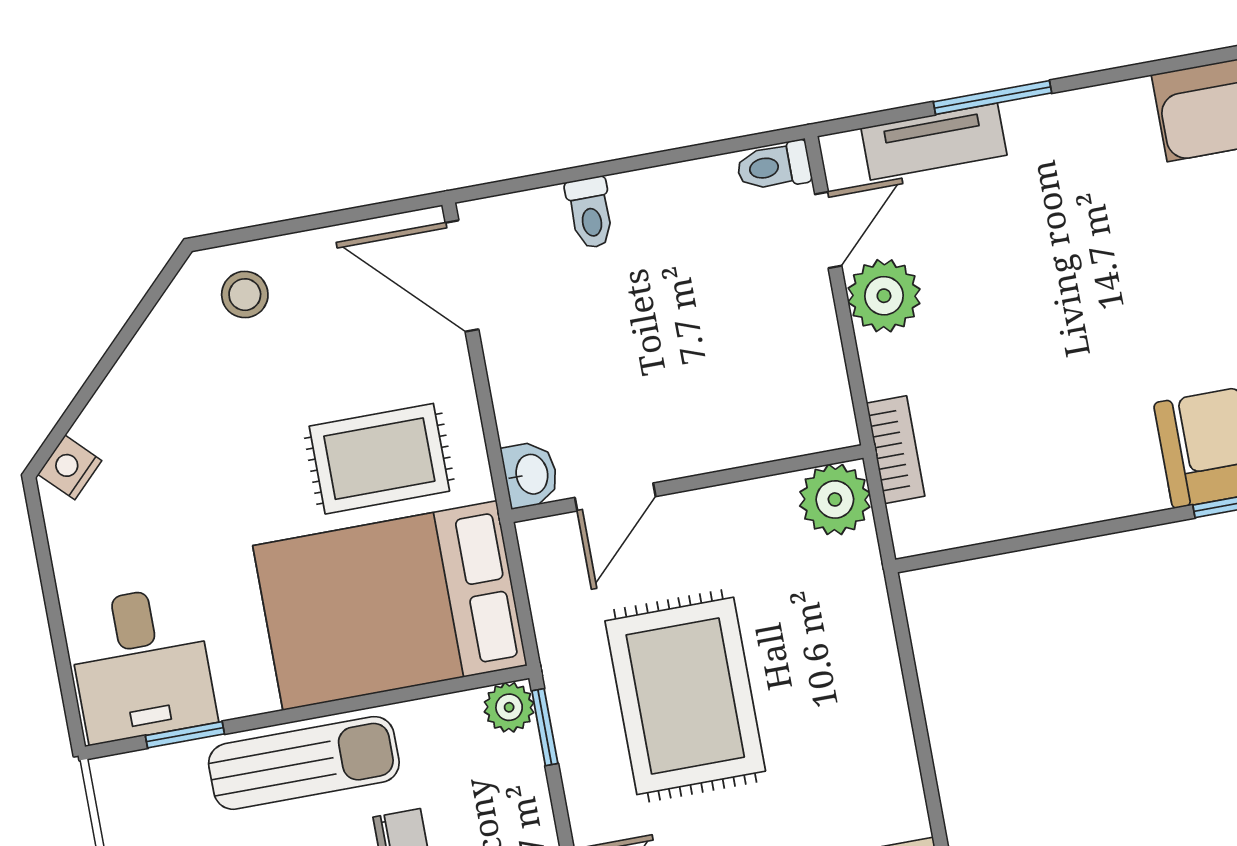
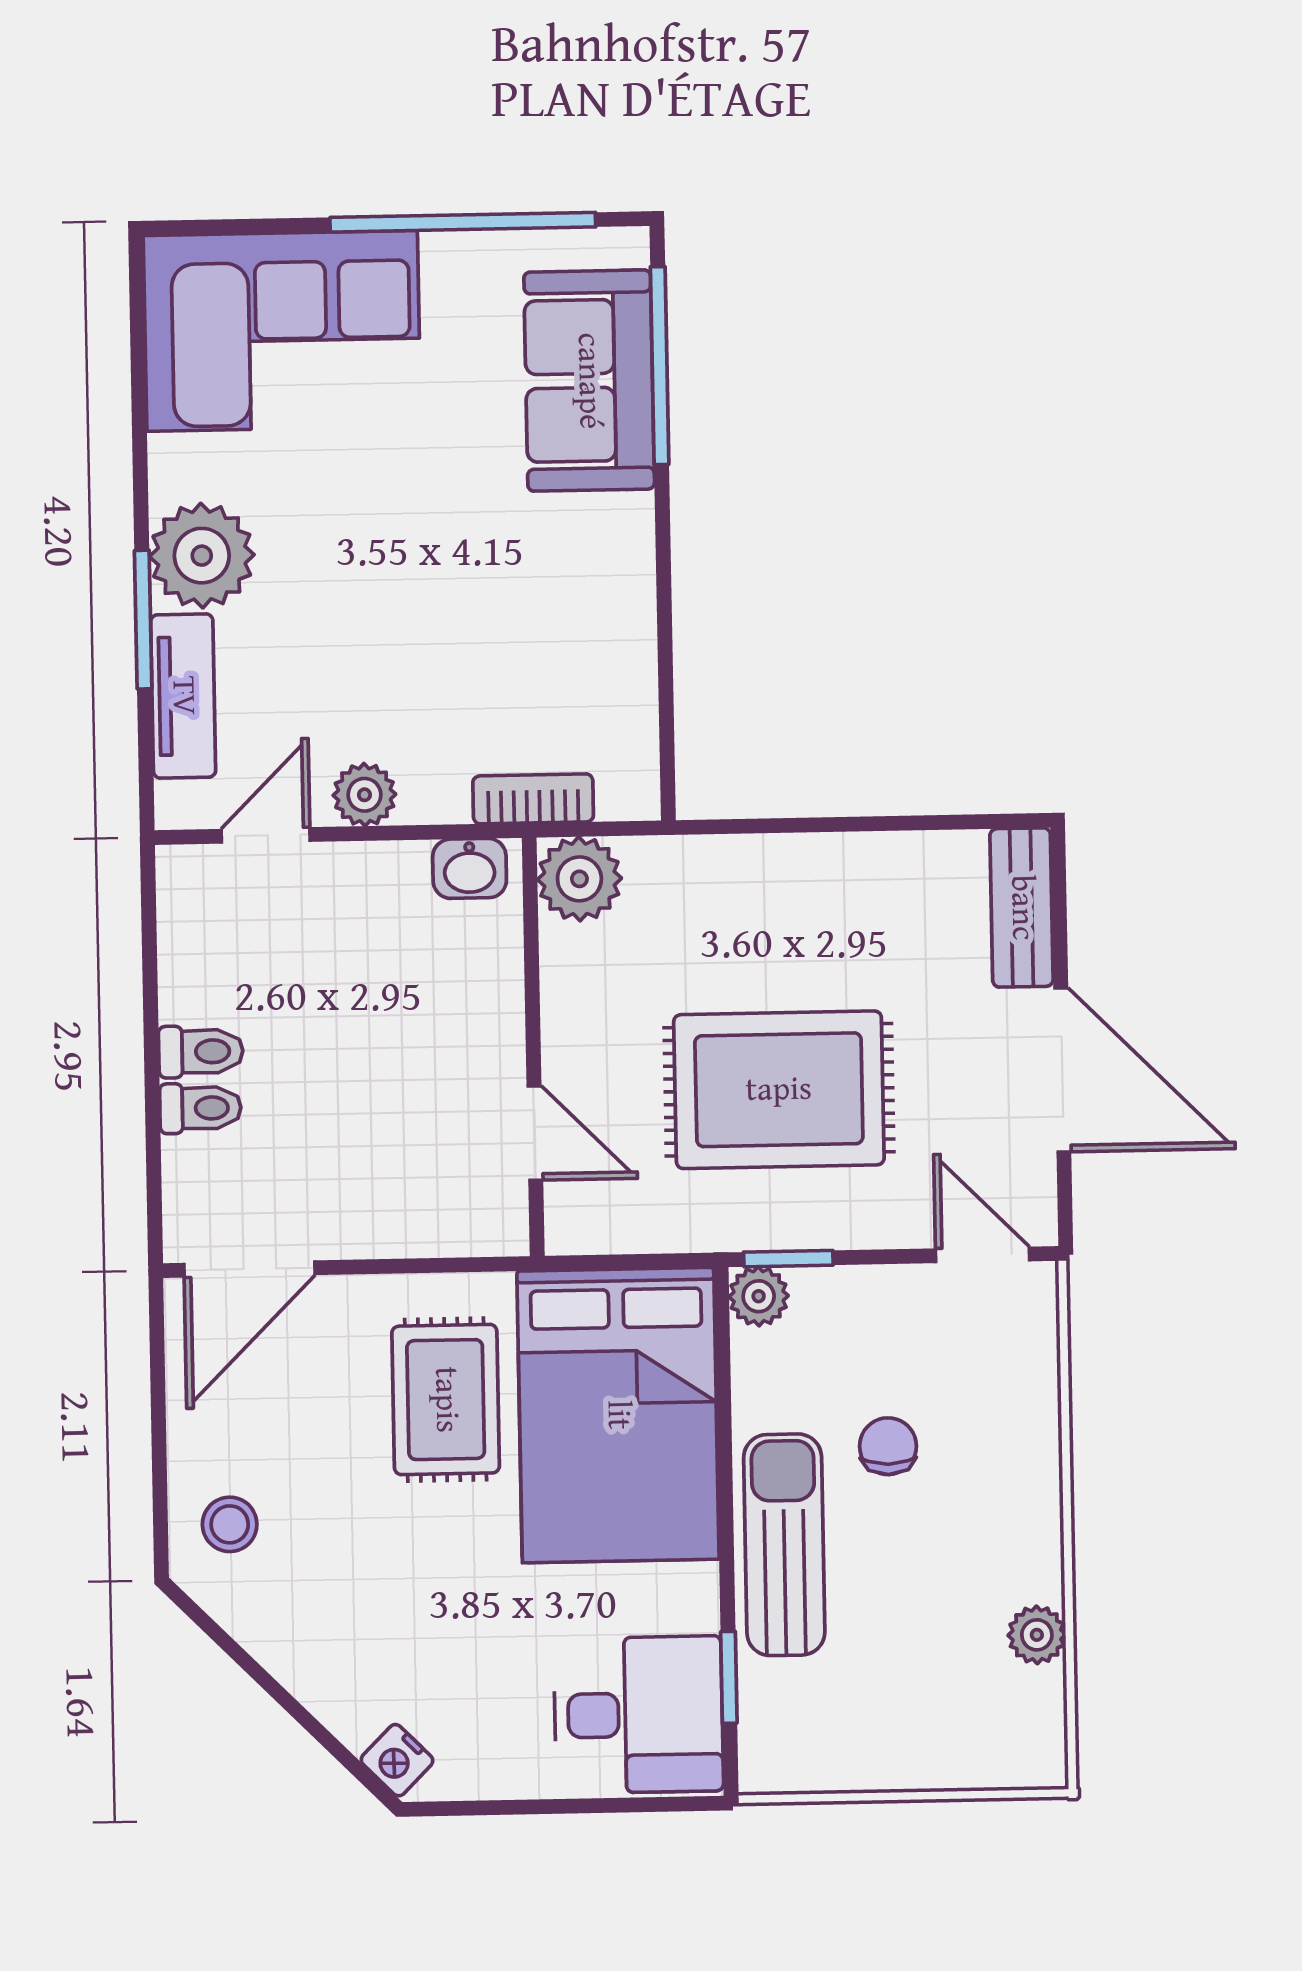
plant: (1054, 138) -> (202, 556), added
toilet: (774, 166) -> (201, 1052), moved, turned -90
door: (828, 230) -> (266, 835), hinge flipped
plant: (884, 296) -> (364, 795), width x0.73, depth x0.73
washbasin: (530, 474) -> (470, 868), moved, turned 180

